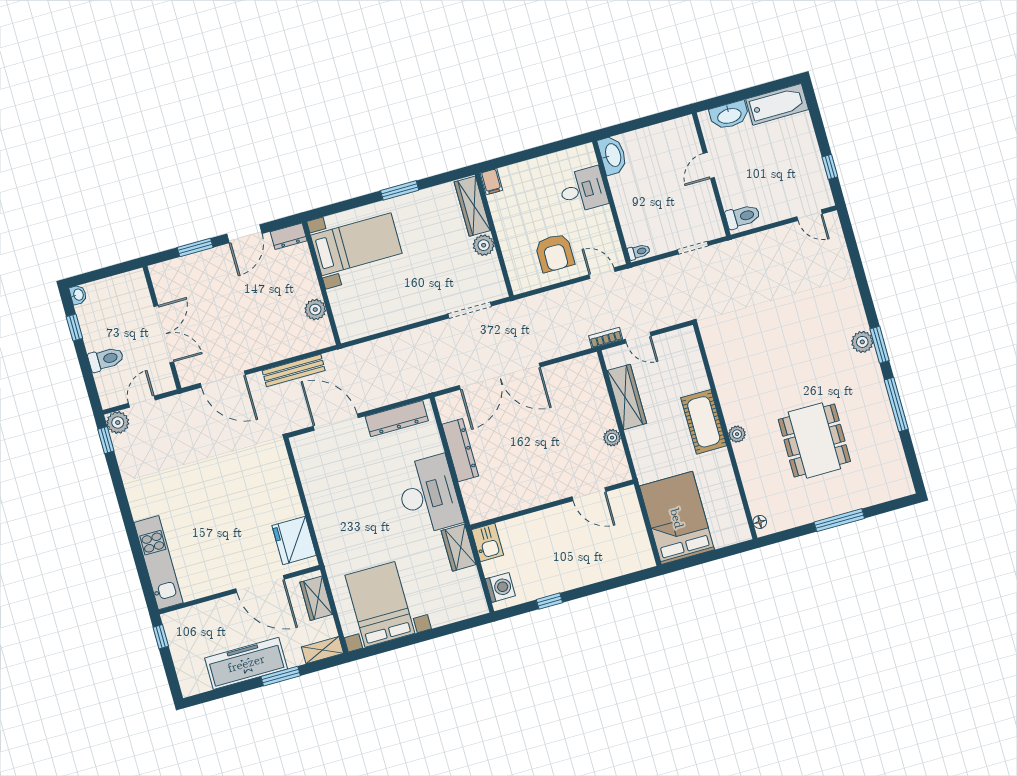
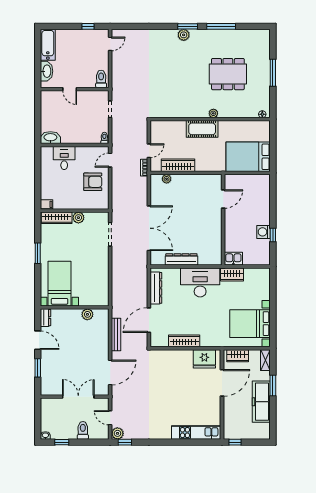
plant: (612, 438) -> (167, 179), moved
wardrobe: (316, 495) -> (184, 341), added
washing machine: (500, 587) -> (264, 232), moved, turned -90

